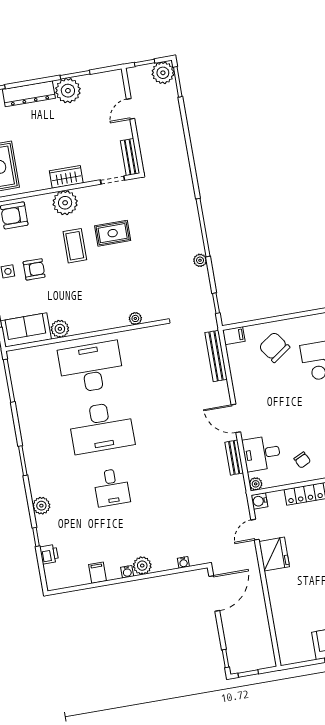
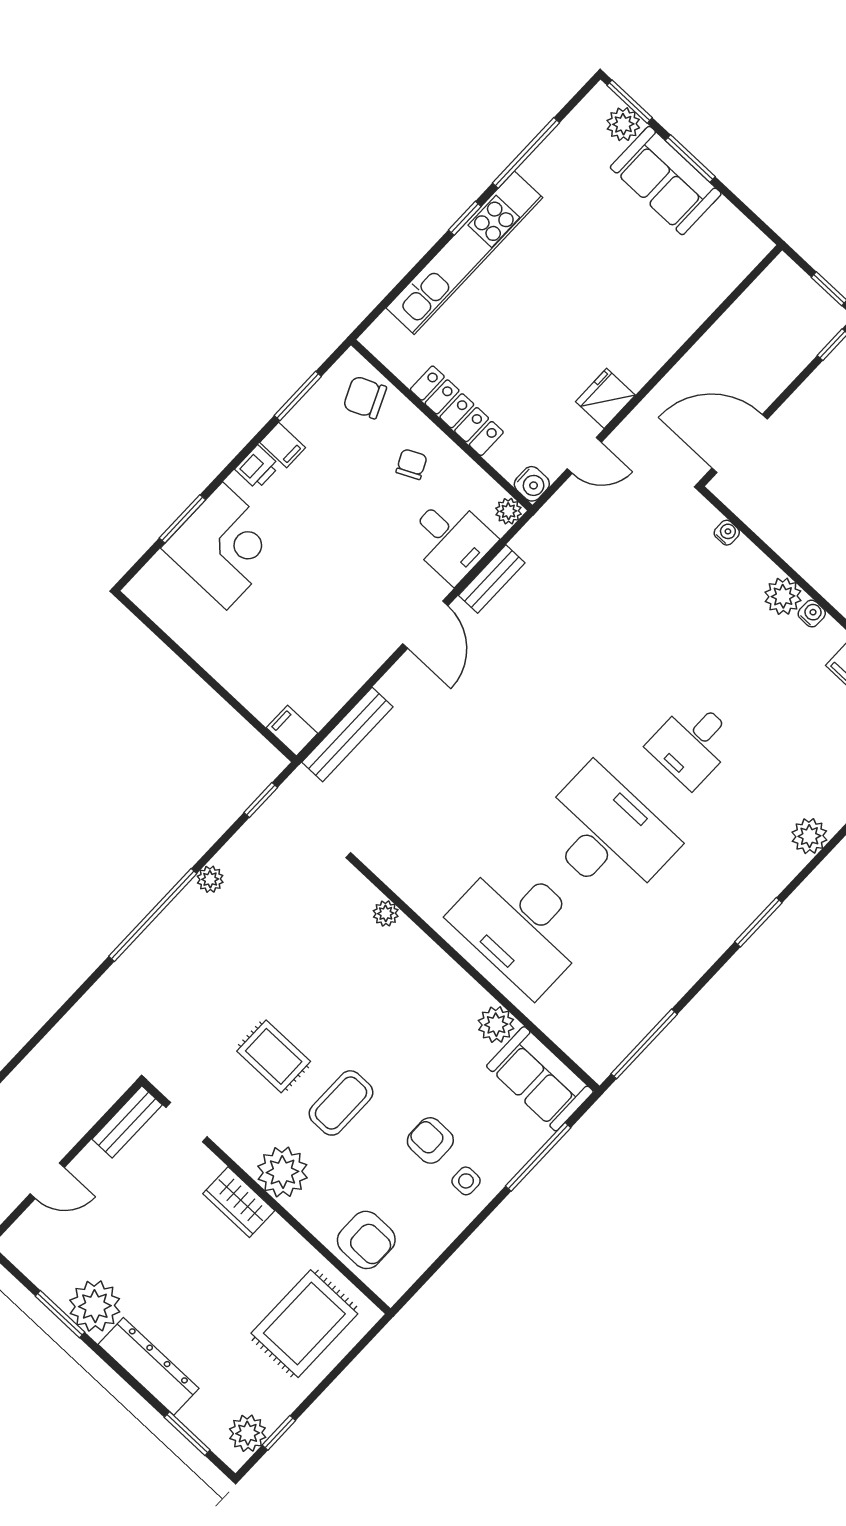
chair: (274, 347) -> (261, 650), removed
desk: (112, 487) -> (692, 743), turned 180
fridge: (274, 554) -> (605, 398), width x0.73, depth x0.75

